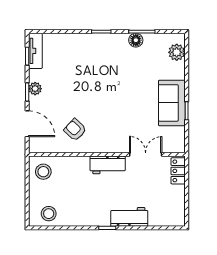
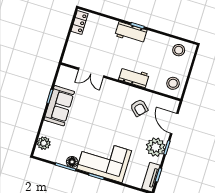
corner sofa: (98, 54) -> (104, 160), added
plant: (35, 89) -> (156, 147), width x1.88, depth x1.88
workbench: (108, 165) -> (134, 77), moved
locker: (178, 171) -> (80, 22), moved
workbench: (129, 217) -> (131, 33), moved

